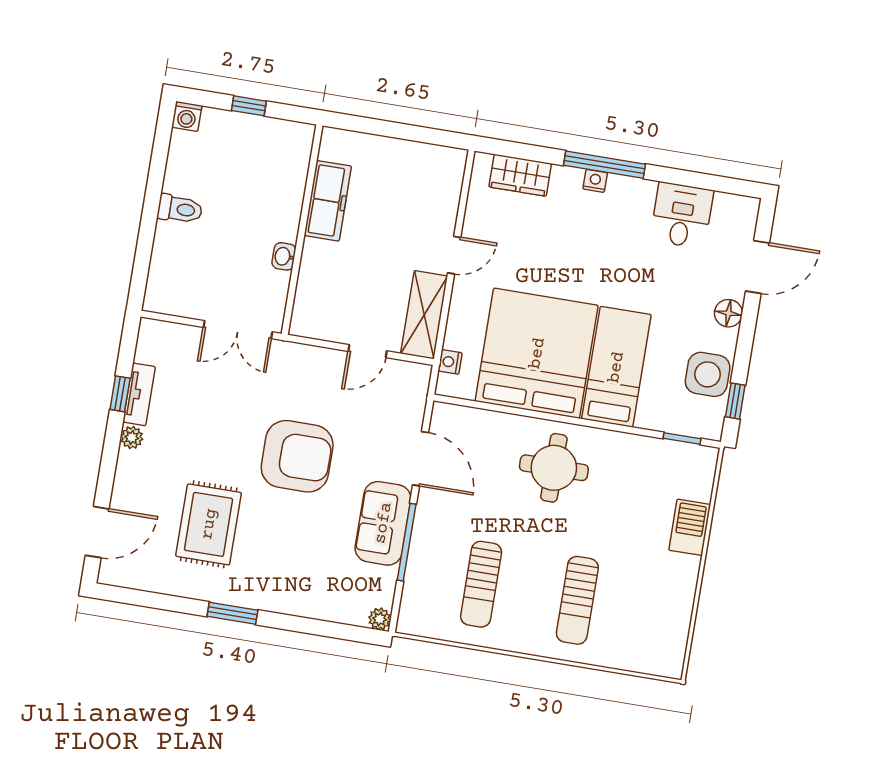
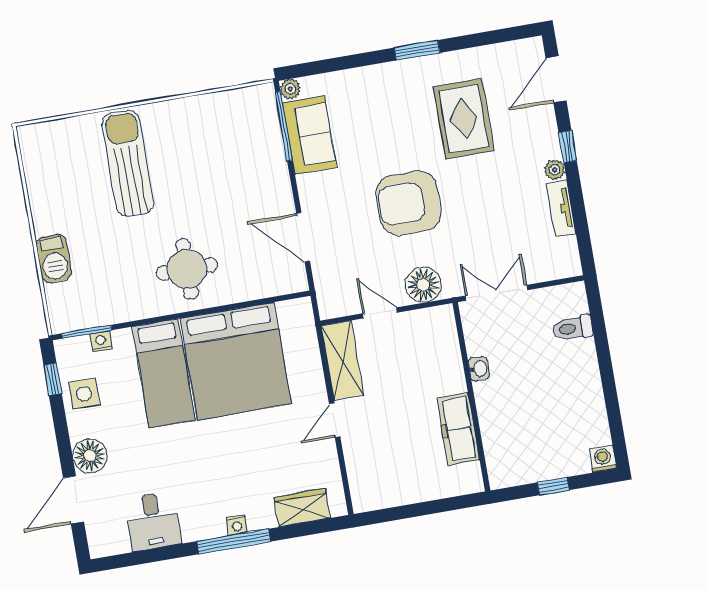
toilet: (180, 209) -> (573, 328), moved
floor lamp: (728, 313) -> (90, 456), width x1.38, depth x1.38
door: (367, 351) -> (380, 313), hinge flipped
nightstand: (450, 362) -> (101, 341), moved, turned -90
floor lamp: (312, 365) -> (423, 285), added
side table: (708, 374) -> (84, 394), width x0.73, depth x0.73
window: (120, 394) -> (568, 147), moved
window: (682, 439) -> (87, 332), width x1.50
sofa: (383, 523) -> (310, 135), moved
window: (407, 542) -> (284, 126), moved
sun lounger: (481, 584) -> (214, 149), removed
sun lounger: (577, 600) -> (128, 163), width x1.36, depth x1.34

